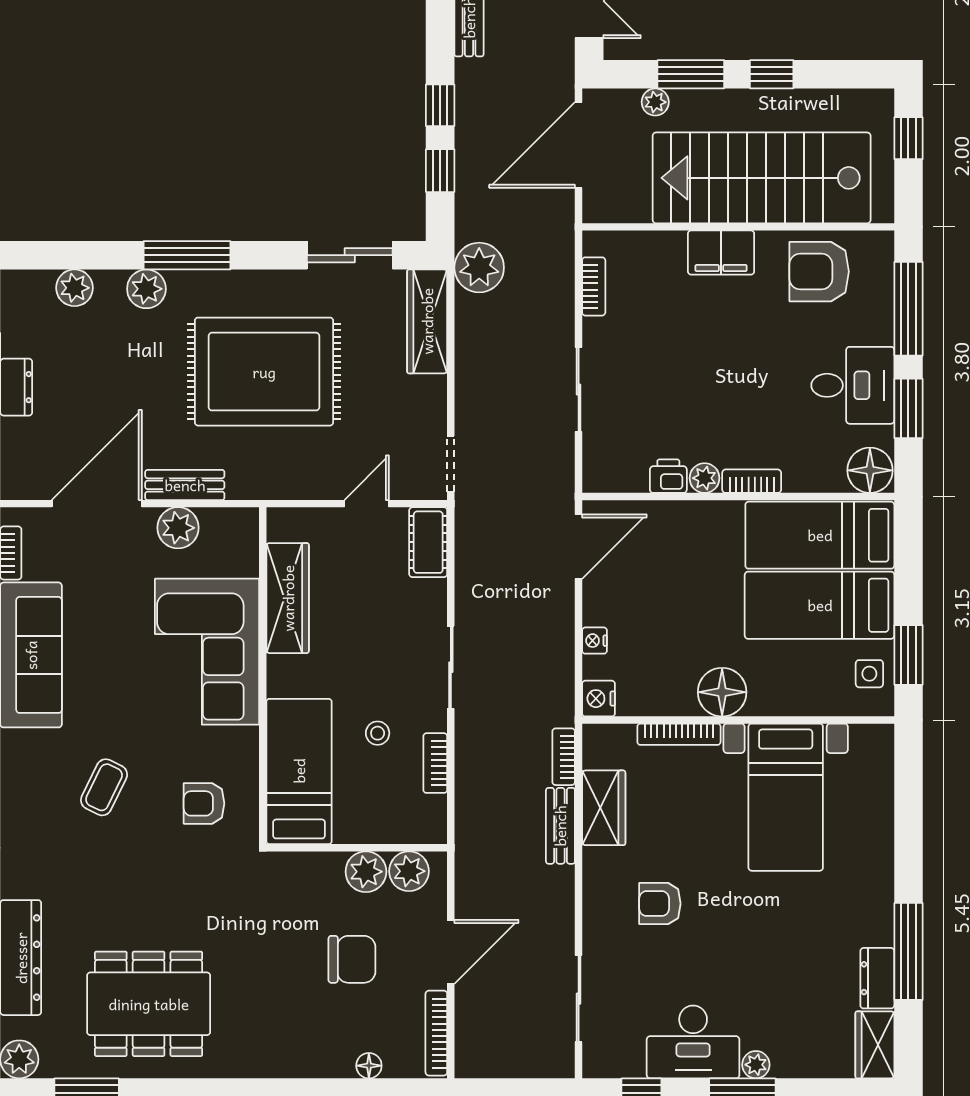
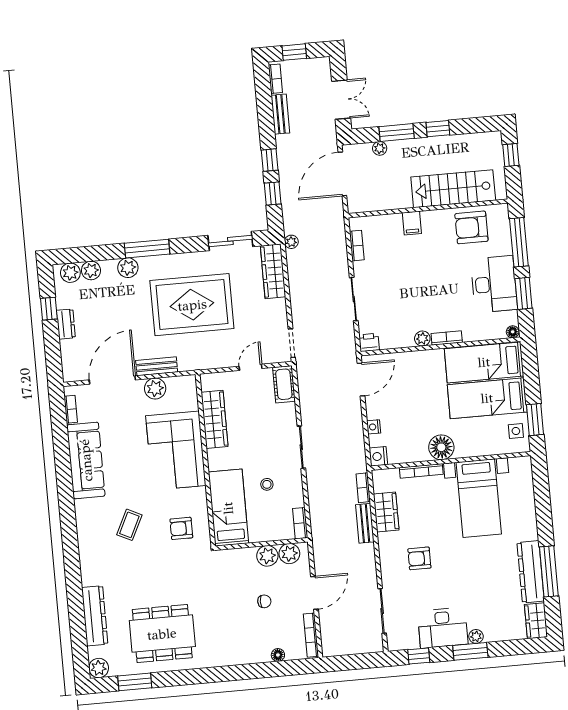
stairs: (762, 178) -> (453, 189), width x0.73, depth x0.66
filing cabinet: (721, 253) -> (412, 223), width x0.50
plant: (479, 268) -> (291, 242), width x0.53, depth x0.53
plant: (34, 289) -> (70, 273), added
desk: (853, 385) -> (494, 284), width x1.37
floor lamp: (870, 470) -> (513, 332), width x0.53, depth x0.53
printer: (668, 476) -> (369, 342), moved
bookcase: (435, 763) -> (300, 523), moved
chair: (352, 959) -> (264, 601), width x0.54, depth x0.54
dresser: (877, 978) -> (531, 572), width x1.96, depth x1.24

